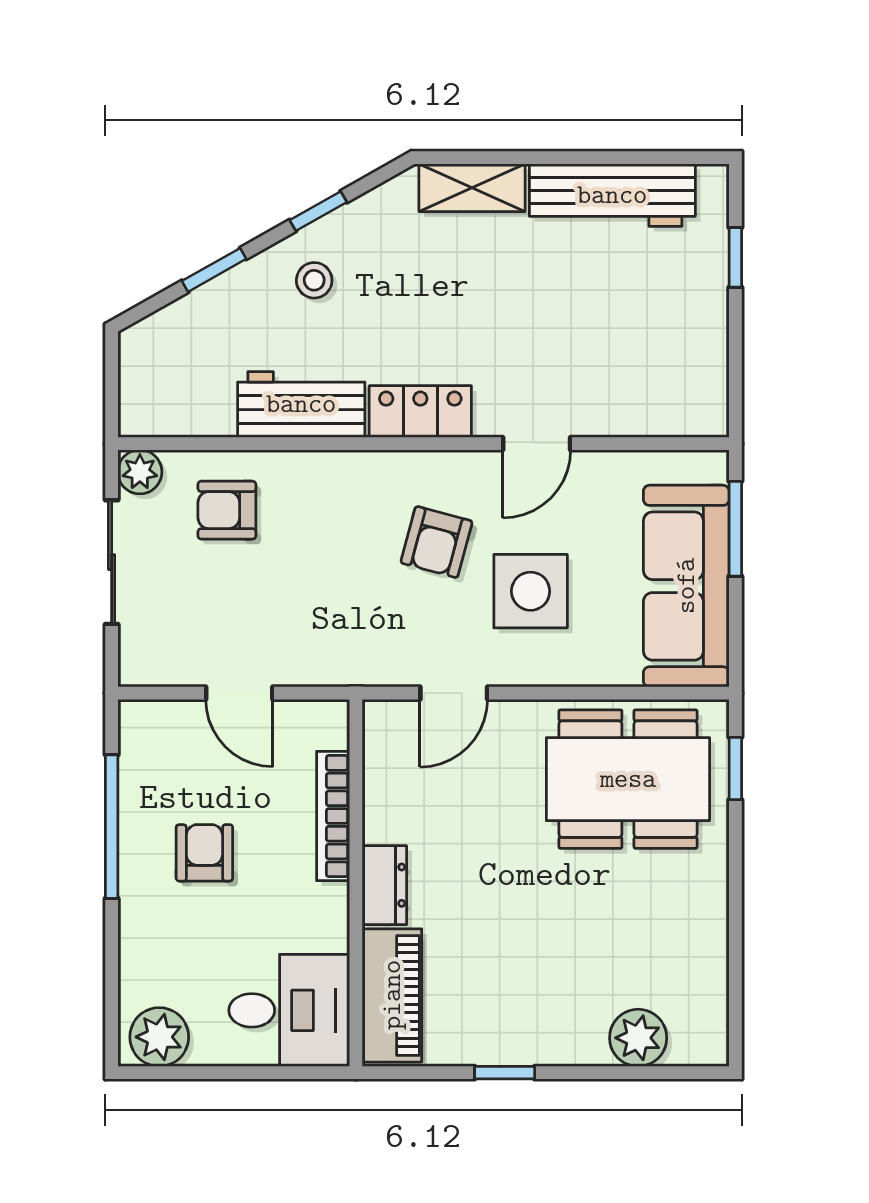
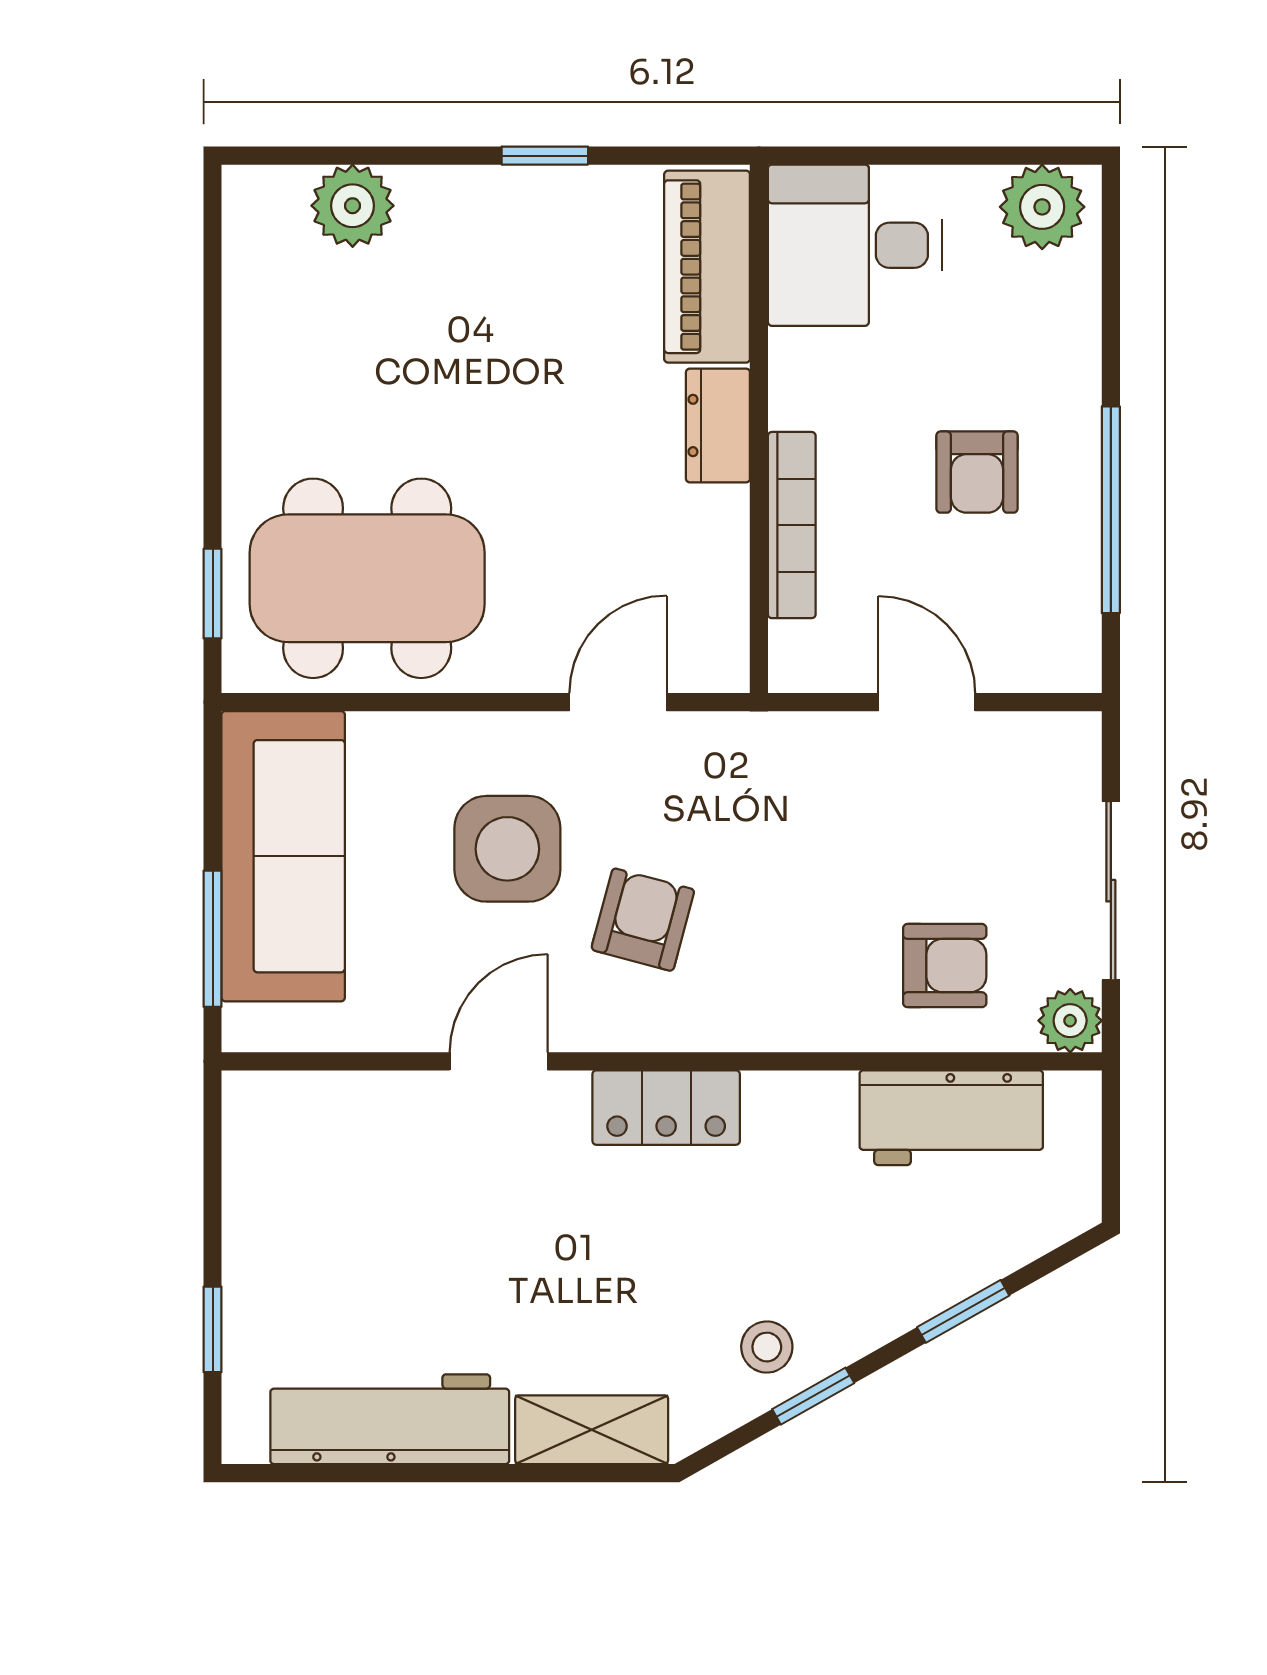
stool: (314, 280) -> (767, 1347), moved
workbench: (301, 404) -> (951, 1118), moved

